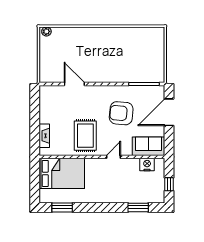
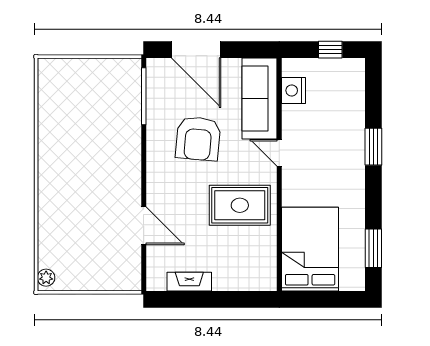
door: (74, 84) -> (144, 226), swing flipped
fireplace: (44, 136) -> (189, 282), moved
sofa: (149, 146) -> (259, 99), width x1.36
window: (138, 207) -> (373, 147), moved

